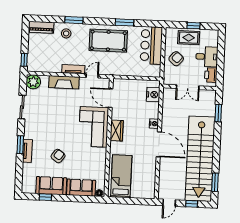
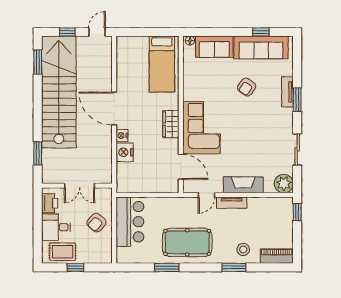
rug: (189, 38) -> (63, 252), moved
bar counter: (151, 45) -> (130, 222), moved
double door: (188, 87) -> (80, 186), swing flipped
nightstand: (153, 95) -> (125, 152), moved
sofa: (51, 186) -> (261, 47), width x1.36

